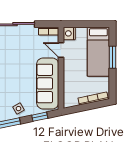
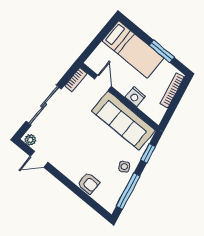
nightstand: (69, 33) -> (135, 97), moved
door: (61, 50) -> (103, 83), swing flipped
window: (112, 57) -> (162, 51), moved

